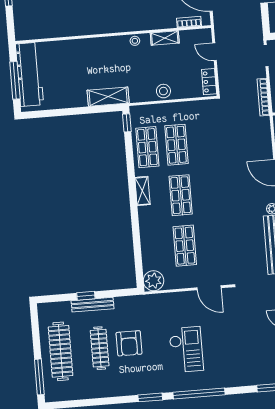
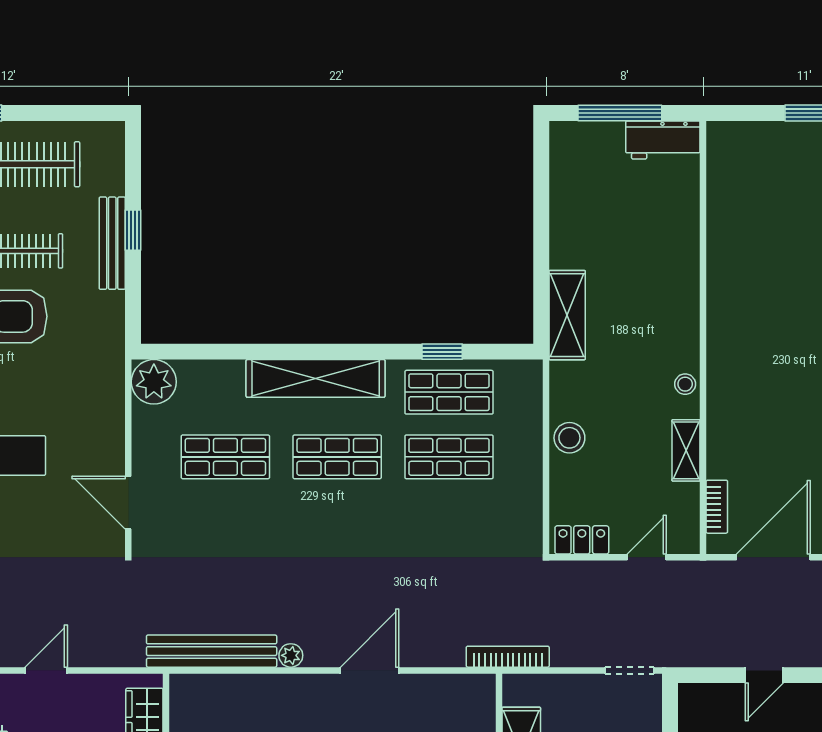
workbench: (30, 74) -> (663, 140), width x0.53, depth x0.76
bookcase: (263, 97) -> (508, 657), moved
window: (127, 123) -> (442, 352), moved
shelving: (142, 191) -> (316, 378), width x2.20, depth x1.33
door: (209, 288) -> (128, 503), hinge flipped

